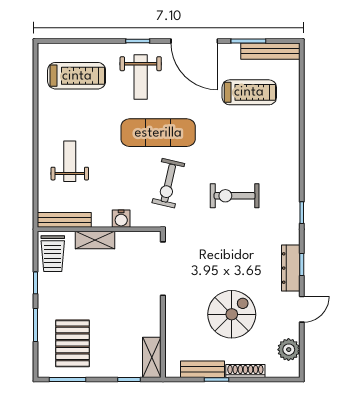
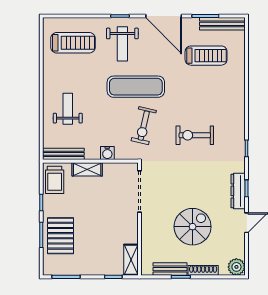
pallet: (73, 343) -> (60, 236), moved
plant: (289, 350) -> (236, 267), moved

